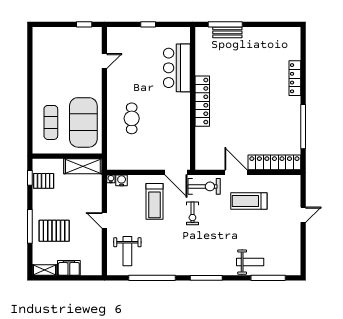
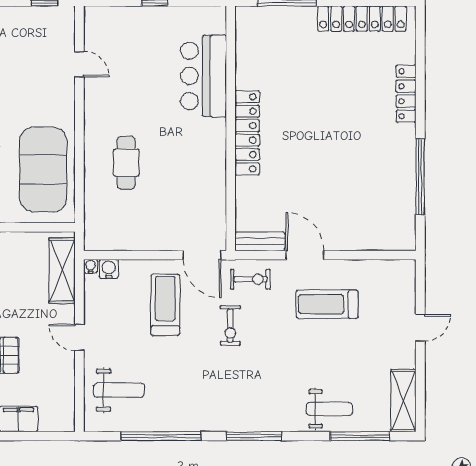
bench: (227, 32) -> (260, 241), moved
door: (104, 61) -> (79, 64), hinge flipped
locker: (274, 162) -> (362, 19), moved, turned 180
shelving: (83, 166) -> (62, 270), moved, turned 90
exercise bike: (204, 186) -> (250, 279), width x0.73, depth x0.72
treadmill: (154, 201) -> (165, 305), turned 180
weight bench: (127, 251) -> (119, 390), turned -90
shelving: (293, 257) -> (403, 401), added

